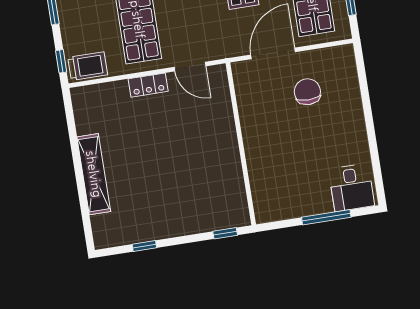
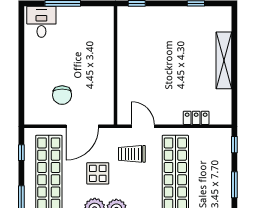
trolley: (88, 66) -> (132, 154), moved
locker: (148, 85) -> (196, 118), moved

